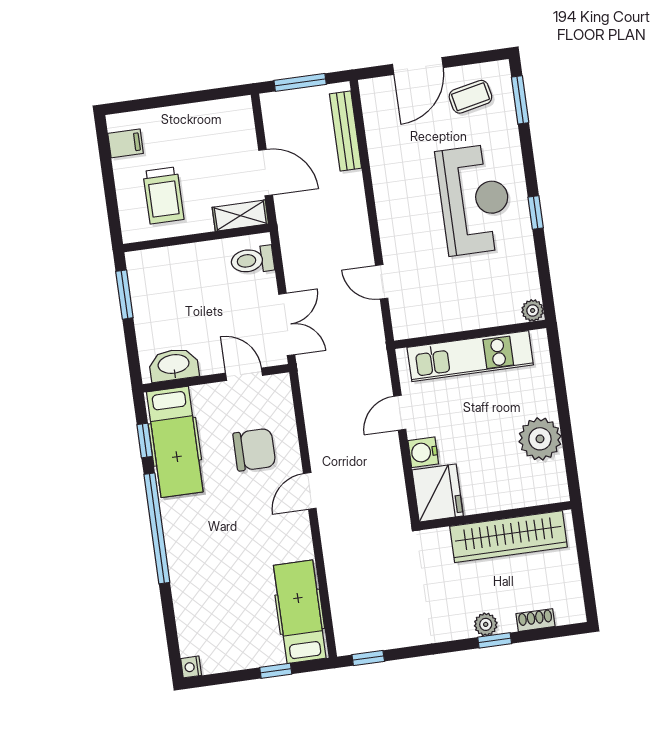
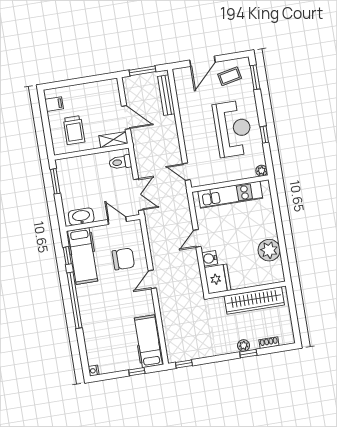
plant: (533, 310) -> (262, 171), moved
wall: (470, 334) -> (230, 184), moved
kitchen unit: (470, 356) -> (230, 195), moved

